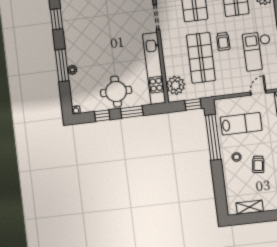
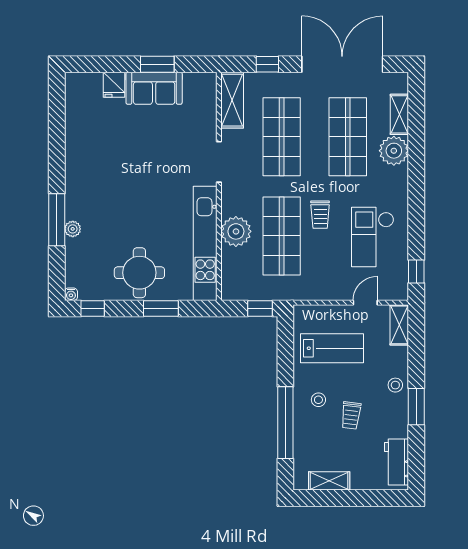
window: (57, 19) -> (57, 144), removed
plant: (176, 85) -> (236, 231), moved
window: (102, 116) -> (93, 309), moved
window: (213, 137) -> (285, 423), moved

